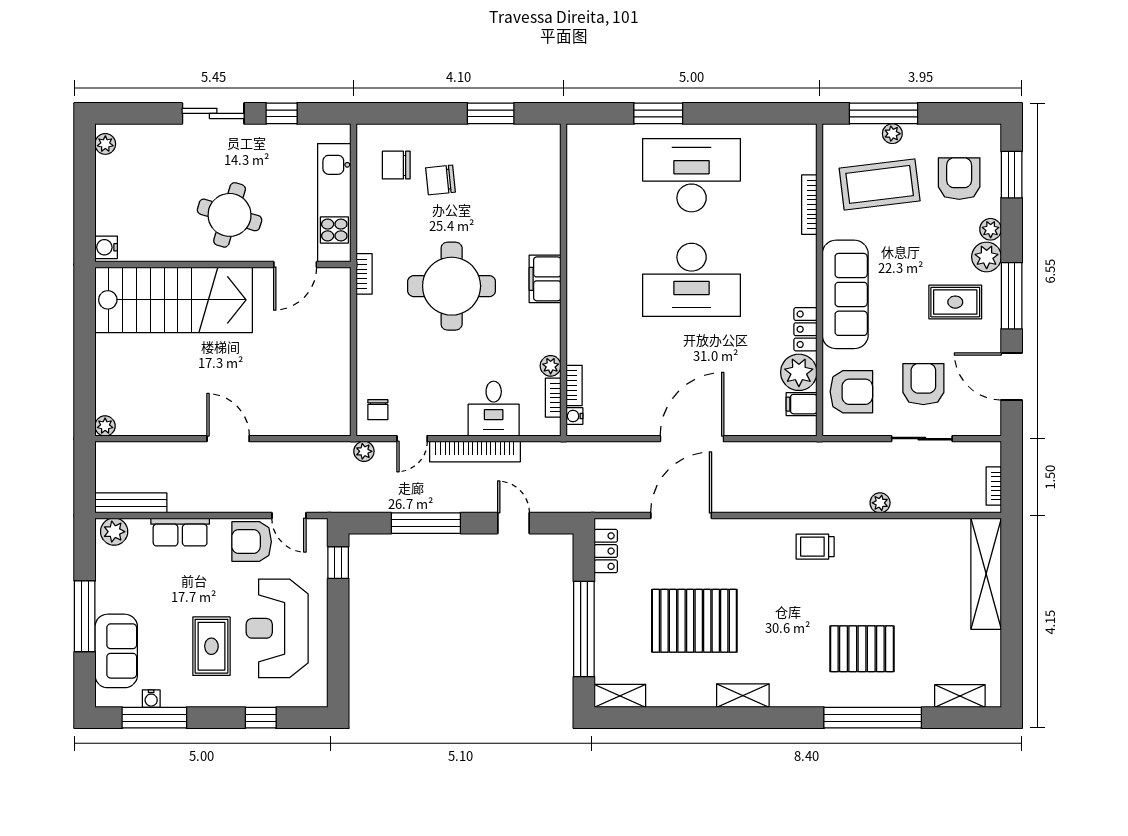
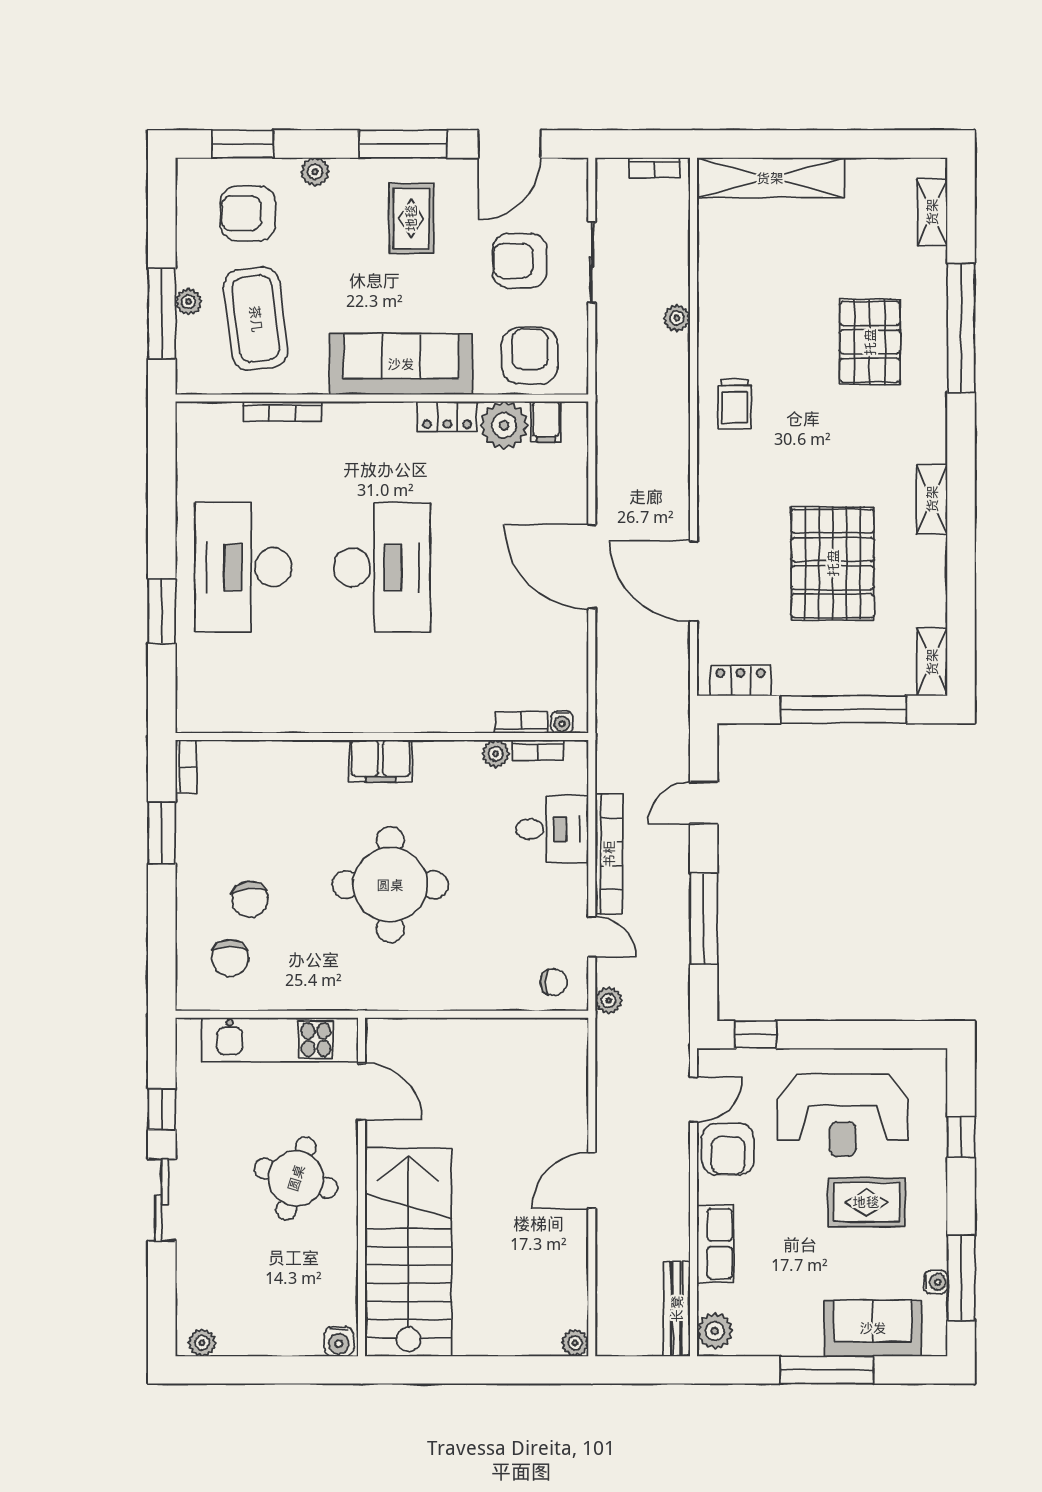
plant: (987, 257) -> (352, 177), removed
bookcase: (364, 274) -> (186, 767), moved, turned 90

